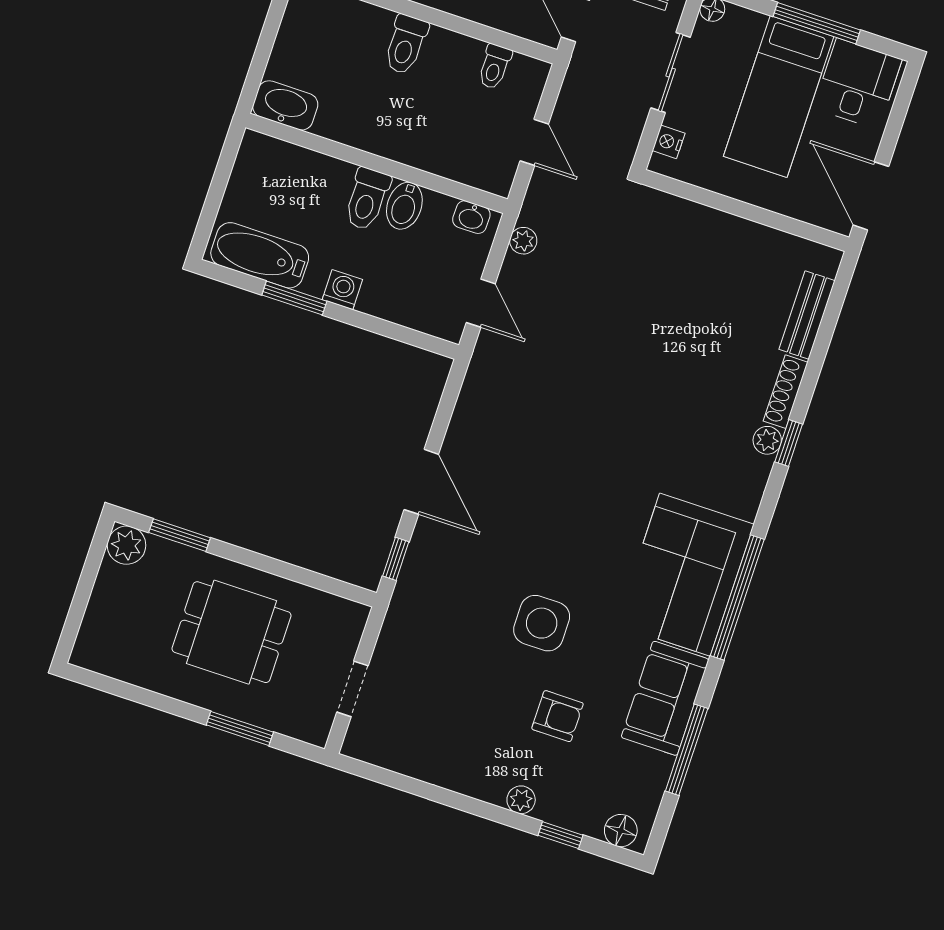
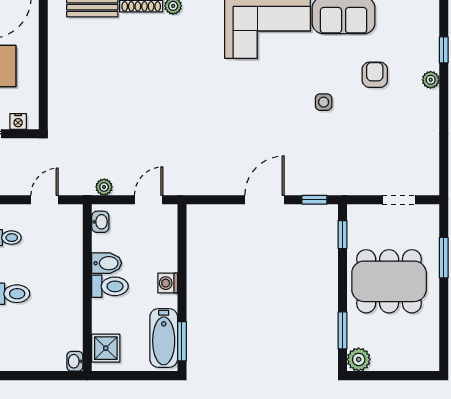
washbasin: (285, 105) -> (75, 361), width x0.52, depth x0.69
shower: (274, 161) -> (106, 348), added
window: (294, 298) -> (182, 341), moved
window: (327, 584) -> (342, 235), added
side table: (542, 623) -> (324, 102), width x0.54, depth x0.54
dining table: (231, 632) -> (389, 281), width x1.37
floor lamp: (621, 831) -> (429, 16), removed

